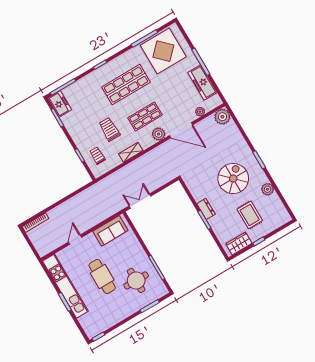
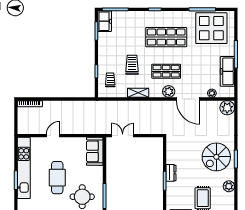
spiral stairs: (233, 179) -> (216, 157), moved, turned 180
sofa: (110, 231) -> (95, 151), moved, turned 90

